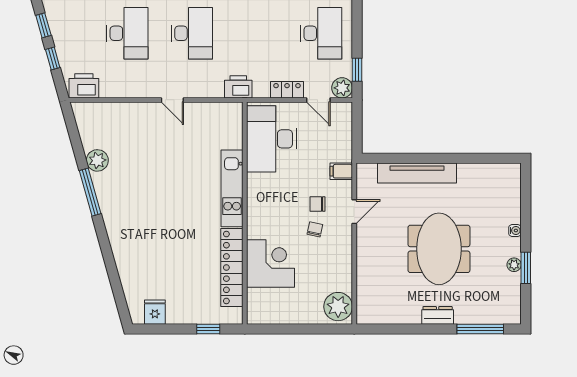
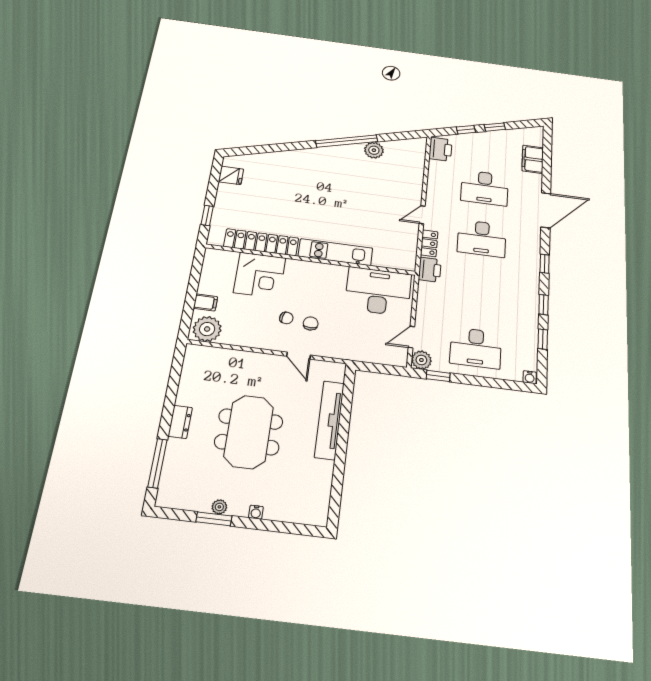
locker: (287, 90) -> (429, 243), moved
filing cabinet: (341, 171) -> (205, 302), moved, turned 90
window: (90, 192) -> (347, 141), width x1.46
meeting table: (439, 249) -> (249, 432), turned 90

